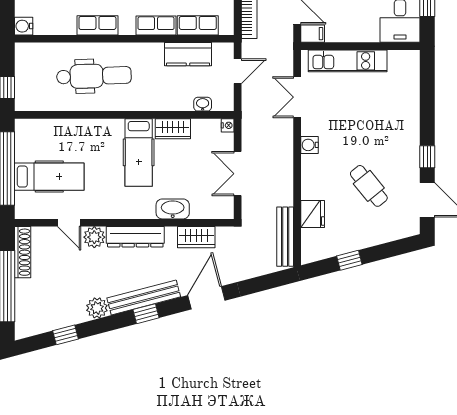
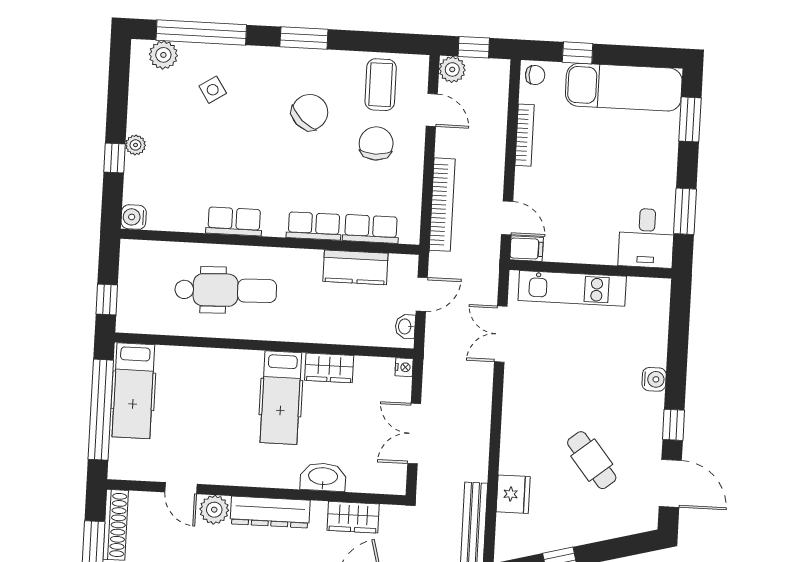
washbasin: (203, 104) -> (405, 326), moved, turned -90
water cooler: (310, 145) -> (654, 379), moved, turned 180
hospital bed: (49, 177) -> (133, 391), moved, turned 90

